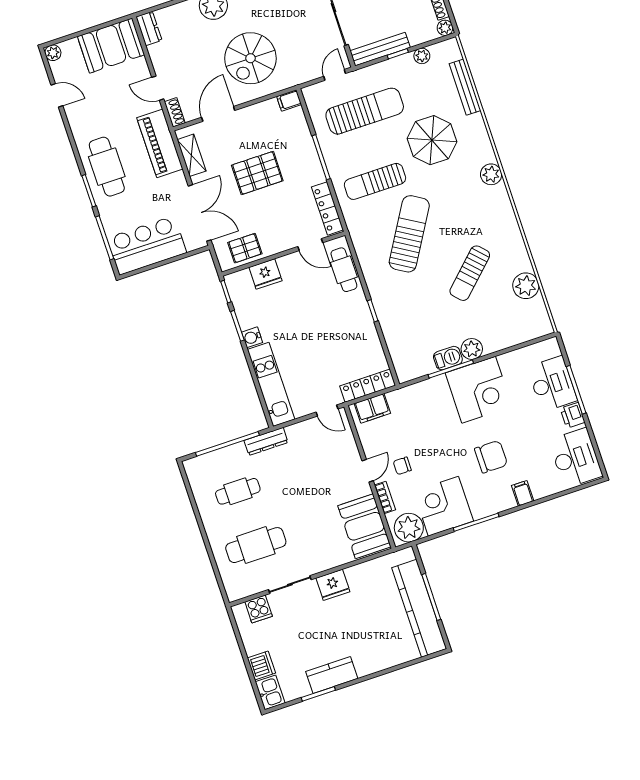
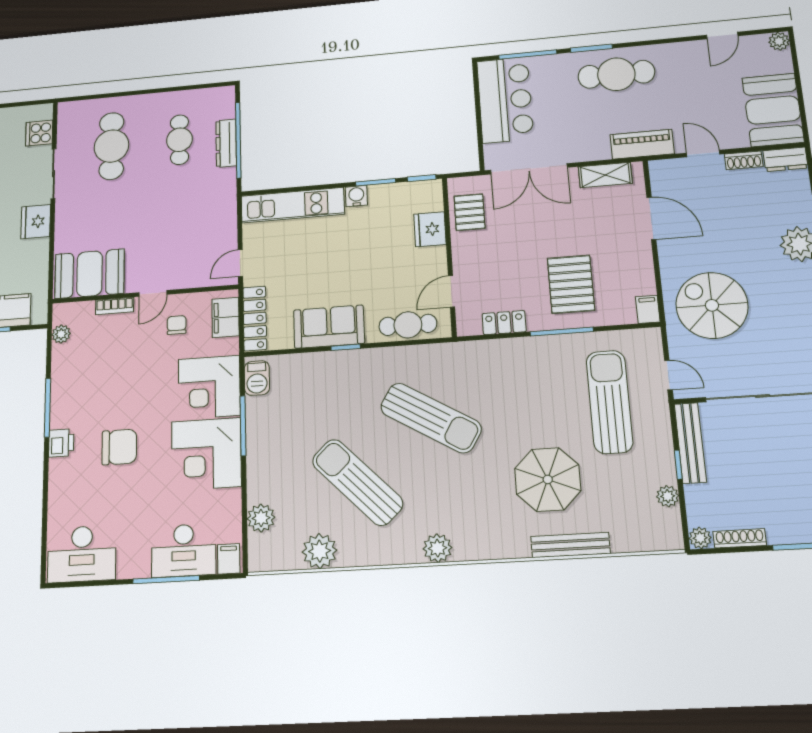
spiral stairs: (250, 58) -> (712, 305), moved
bench: (465, 87) -> (570, 545), moved
door: (158, 88) -> (703, 154), hinge flipped
sun lounger: (365, 111) -> (609, 402), turned 180
shoe rack: (175, 112) -> (744, 160), moved
piano: (160, 143) -> (642, 144), width x0.73, depth x0.75
pallet: (257, 173) -> (571, 284), moved
plant: (491, 174) -> (437, 548), moved
sun lounger: (375, 181) -> (512, 392), removed
locker: (327, 208) -> (504, 323), width x0.66
sun lounger: (470, 273) -> (357, 482), width x1.36, depth x1.34
sofa: (360, 328) -> (329, 327), added
plant: (472, 349) -> (261, 518), moved
barbecue: (448, 358) -> (257, 378), moved
printer: (573, 415) -> (61, 443), moved, turned 90
dresser: (266, 441) -> (226, 143), moved
chair: (491, 457) -> (119, 447), turned -90
chair: (402, 466) -> (177, 325), moved
door: (368, 471) -> (153, 293), hinge flipped
filing cabinet: (523, 493) -> (229, 559), moved, turned -90
corner desk: (443, 506) -> (209, 387), moved, turned 180
plant: (409, 528) -> (61, 334), width x0.53, depth x0.53

